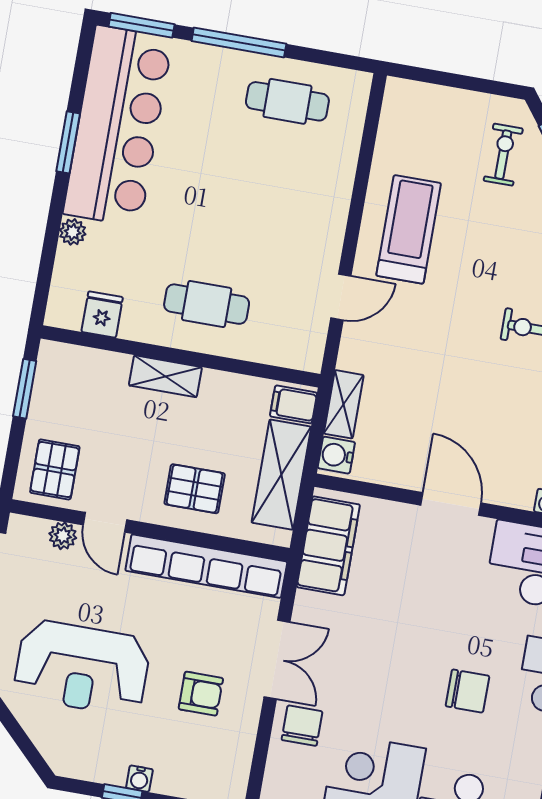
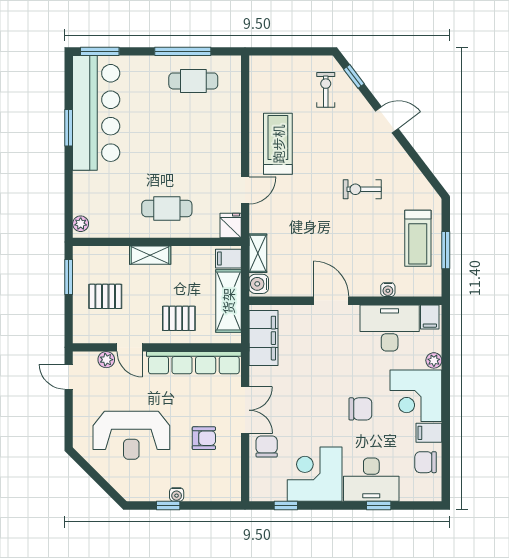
window: (239, 42) -> (183, 51), moved
plant: (73, 232) -> (81, 224), moved
fridge: (102, 315) -> (231, 225), moved
pallet: (55, 469) -> (105, 296), moved, turned 90

